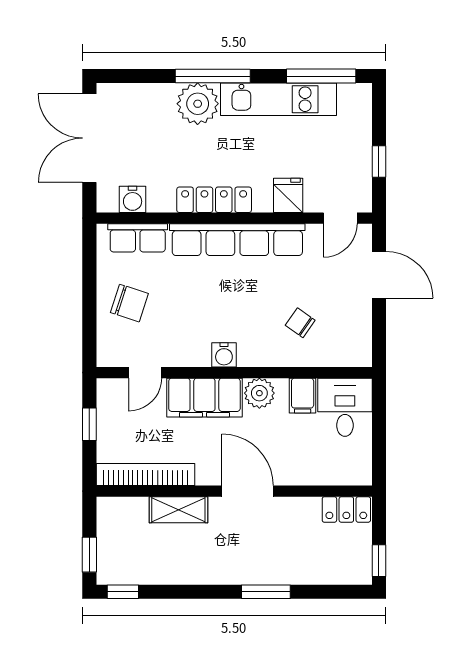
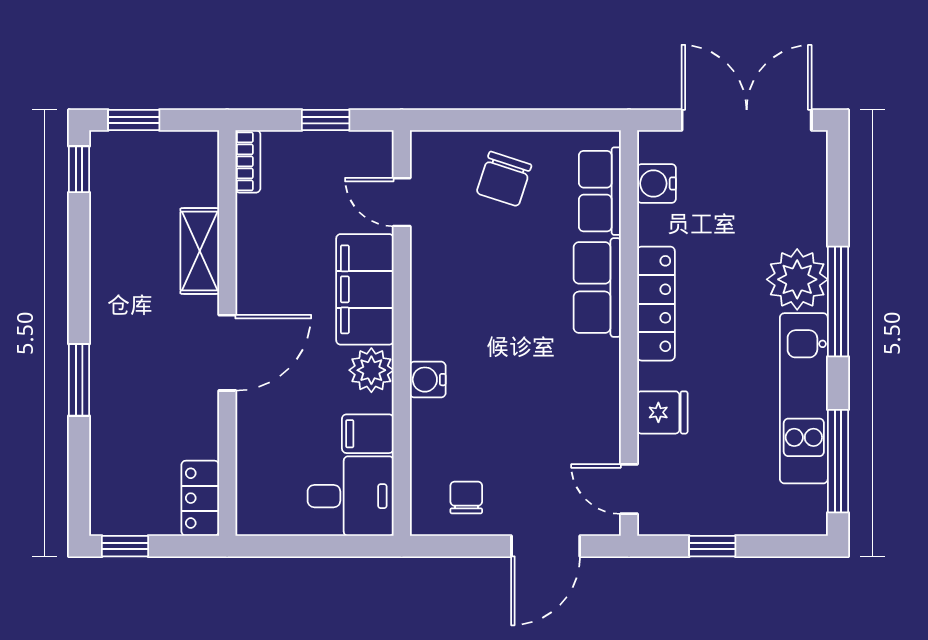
row of seats: (237, 240) -> (597, 288), width x0.50
chair: (300, 323) -> (466, 497), moved, turned -35
water cooler: (224, 355) -> (428, 380), moved
bookcase: (145, 474) -> (248, 161), width x0.43, depth x0.76

